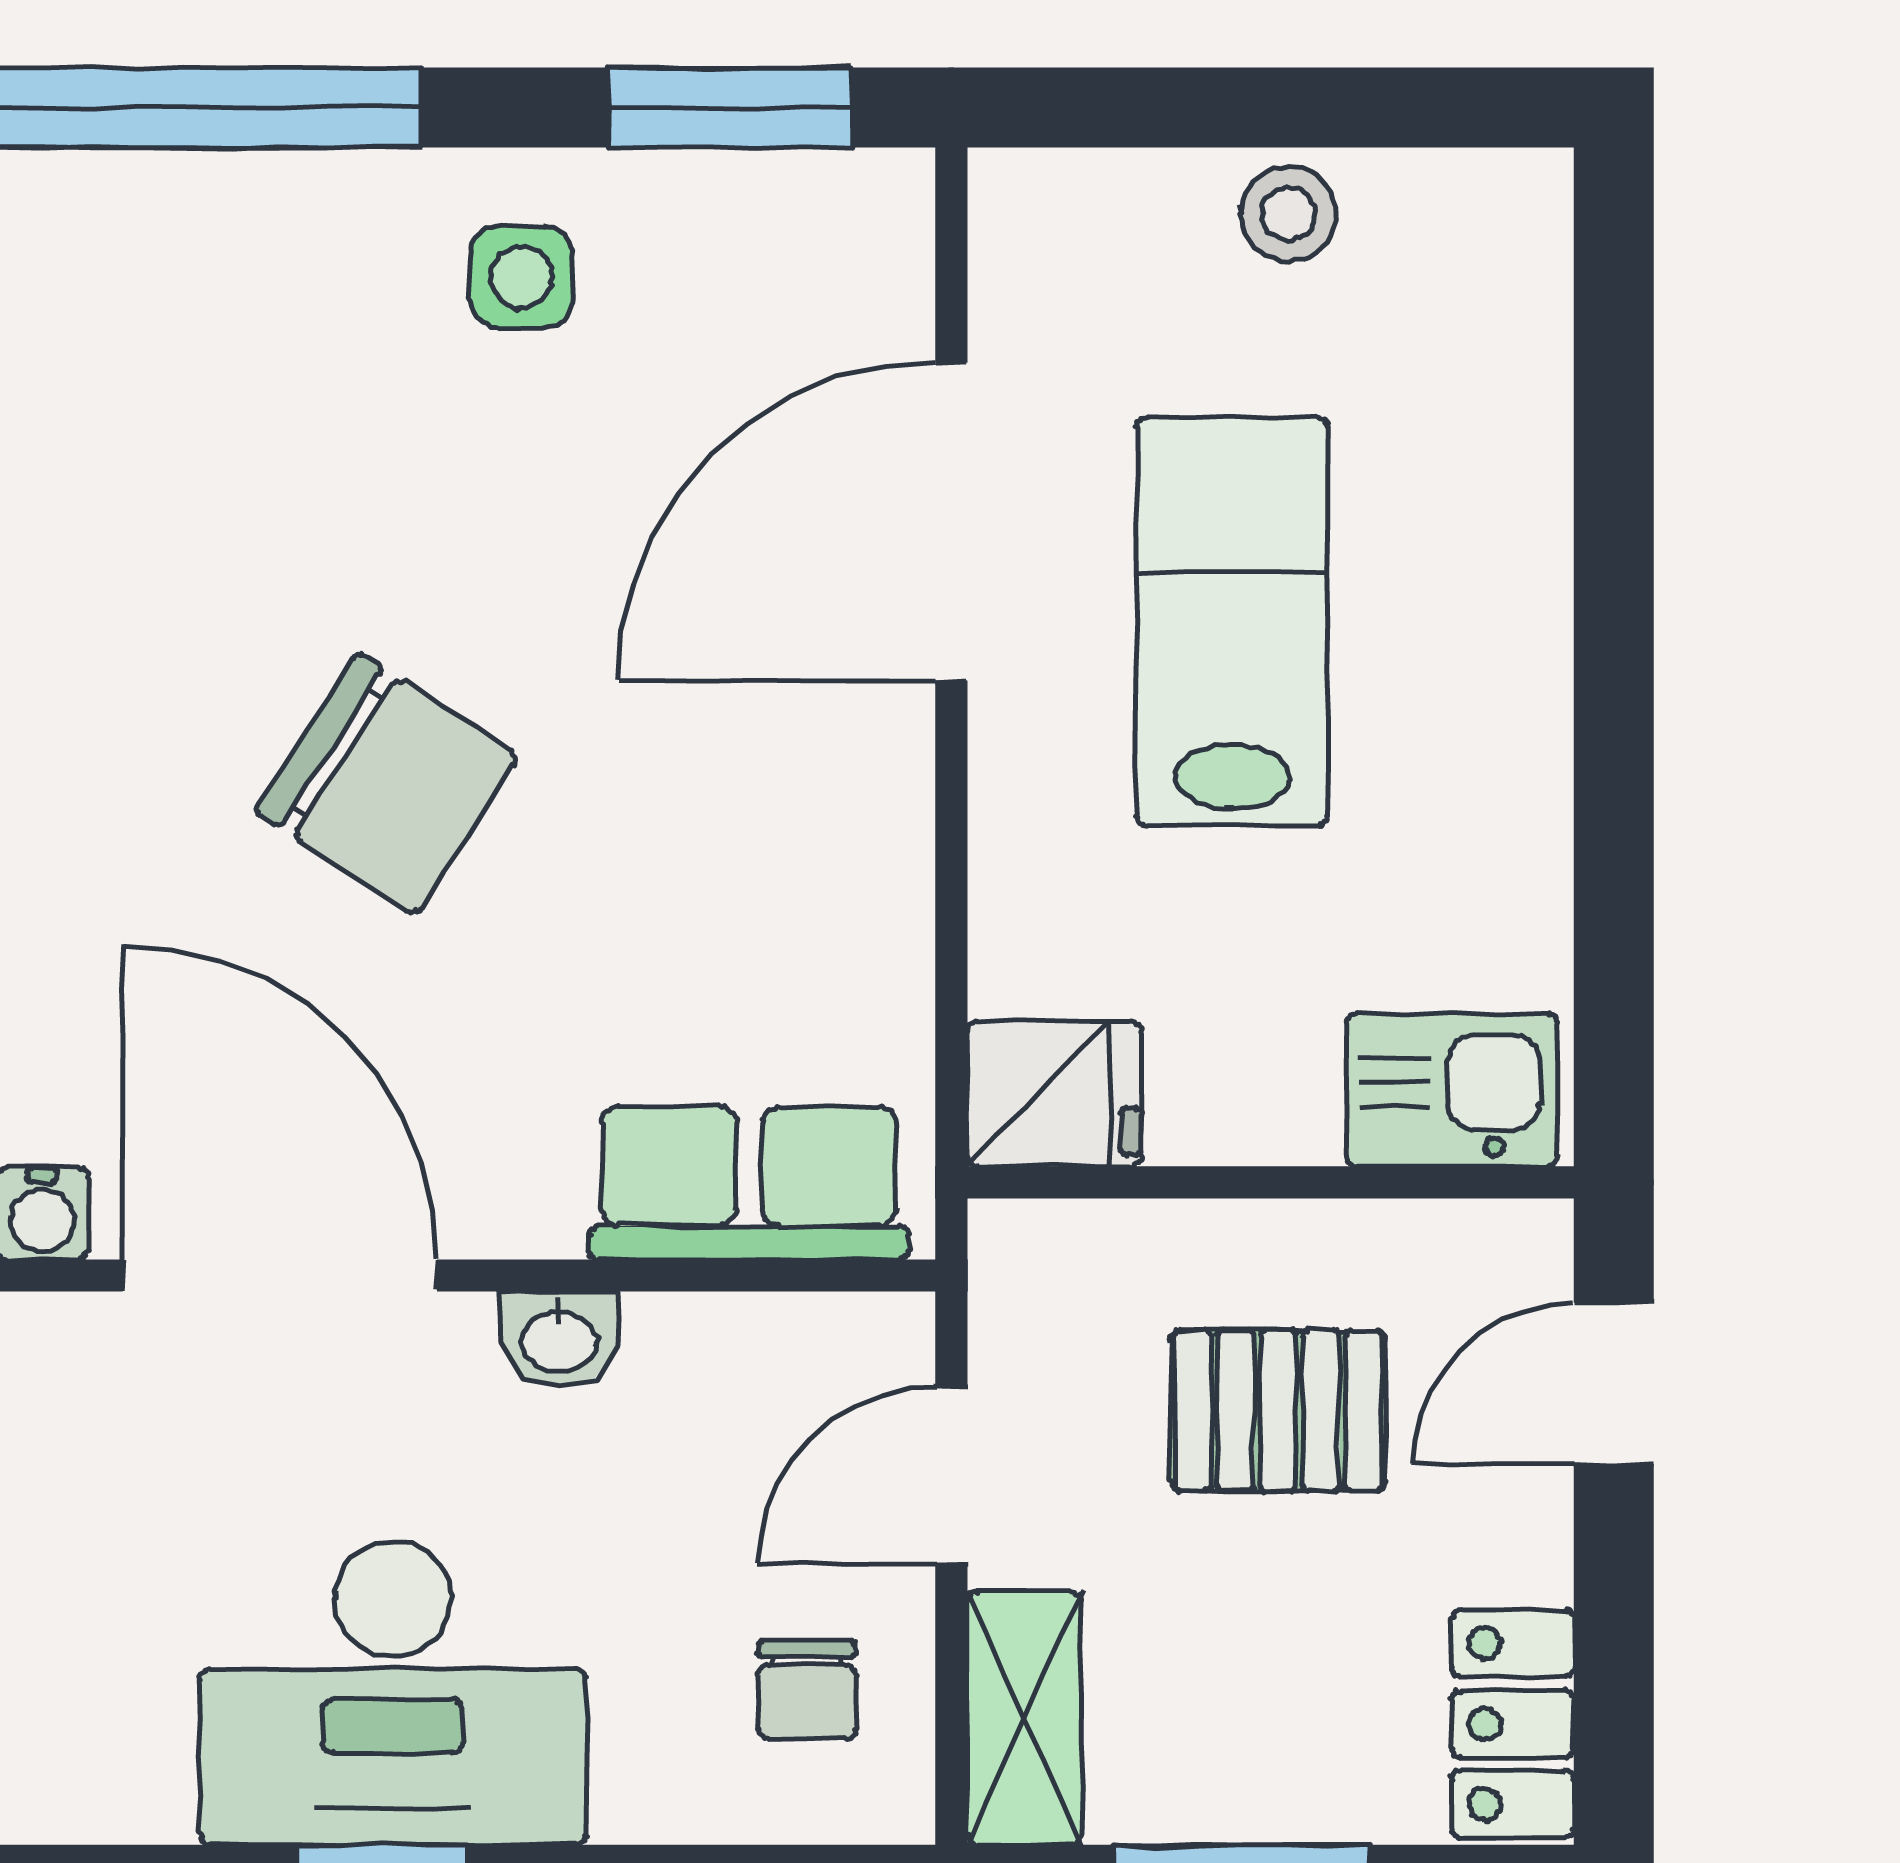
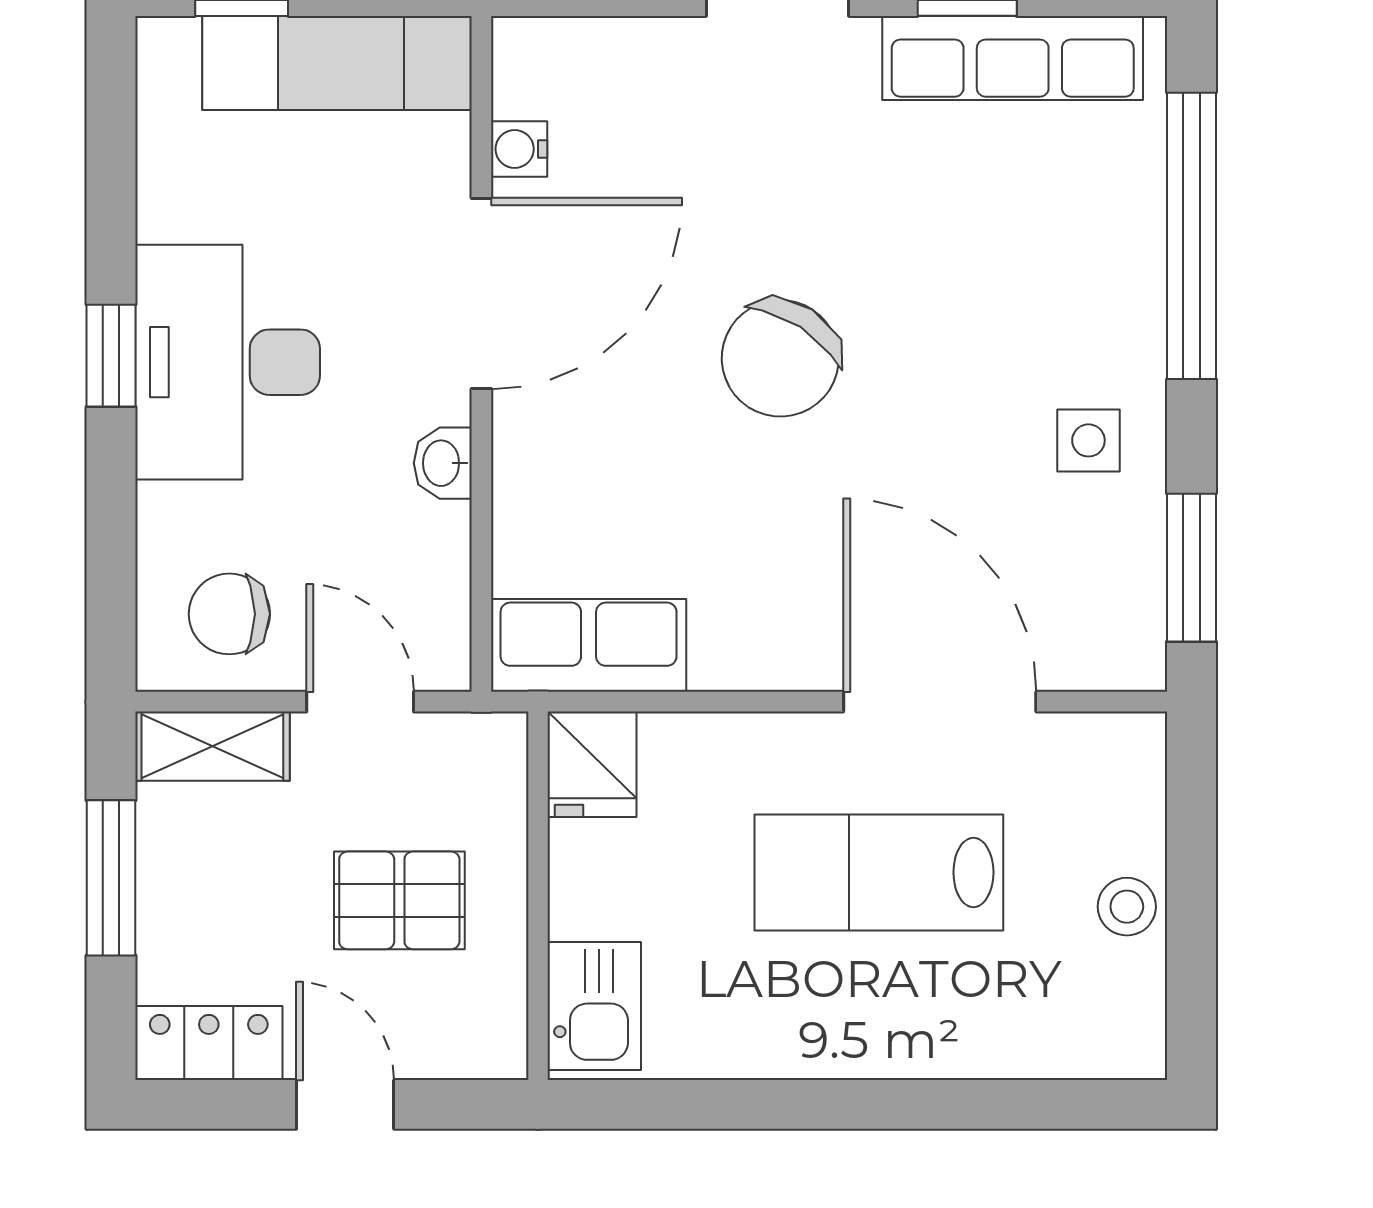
lab bench: (1232, 622) -> (879, 872), turned 180
row of seats: (749, 1183) -> (589, 645), moved, turned -90
door: (1614, 1383) -> (345, 1104), moved
pallet: (1278, 1411) -> (399, 900), turned 90
chair: (807, 1690) -> (229, 614), width x1.37, depth x1.37

